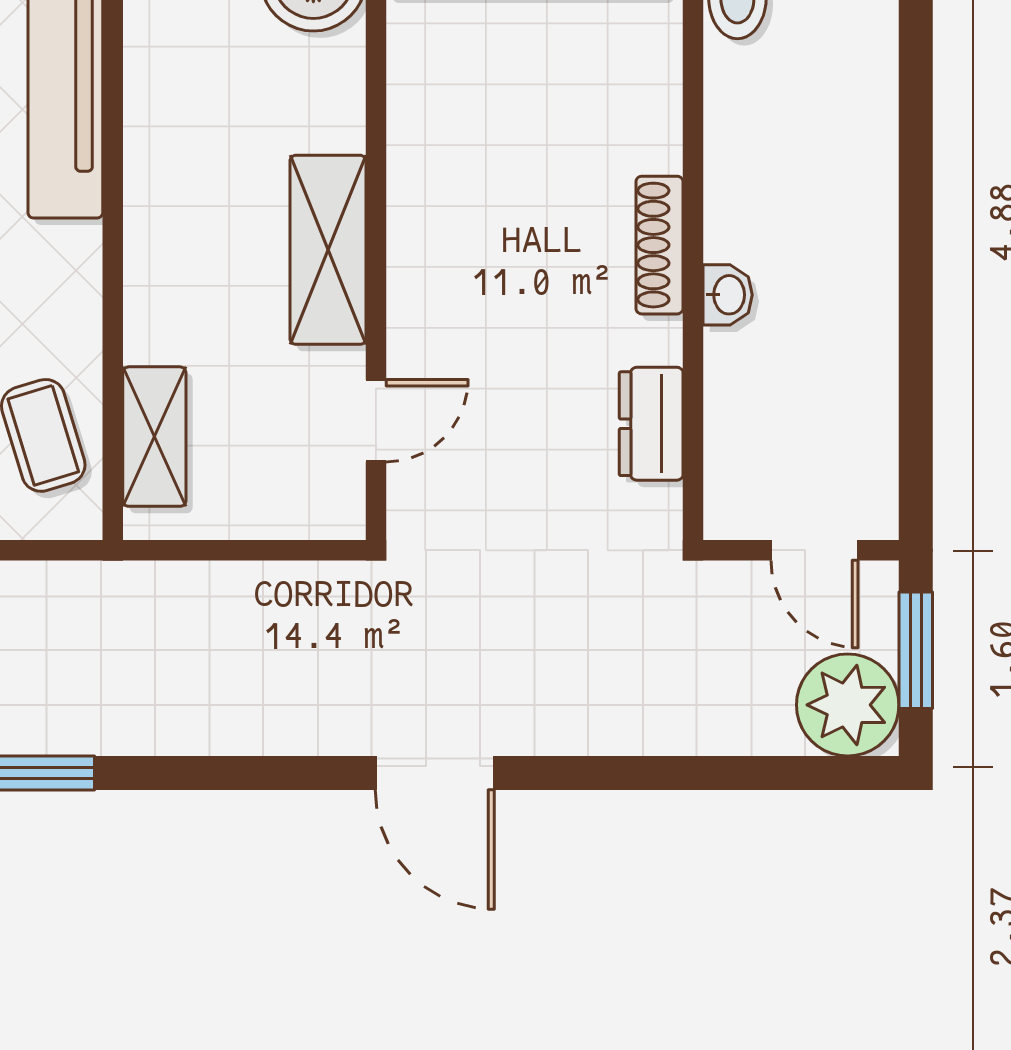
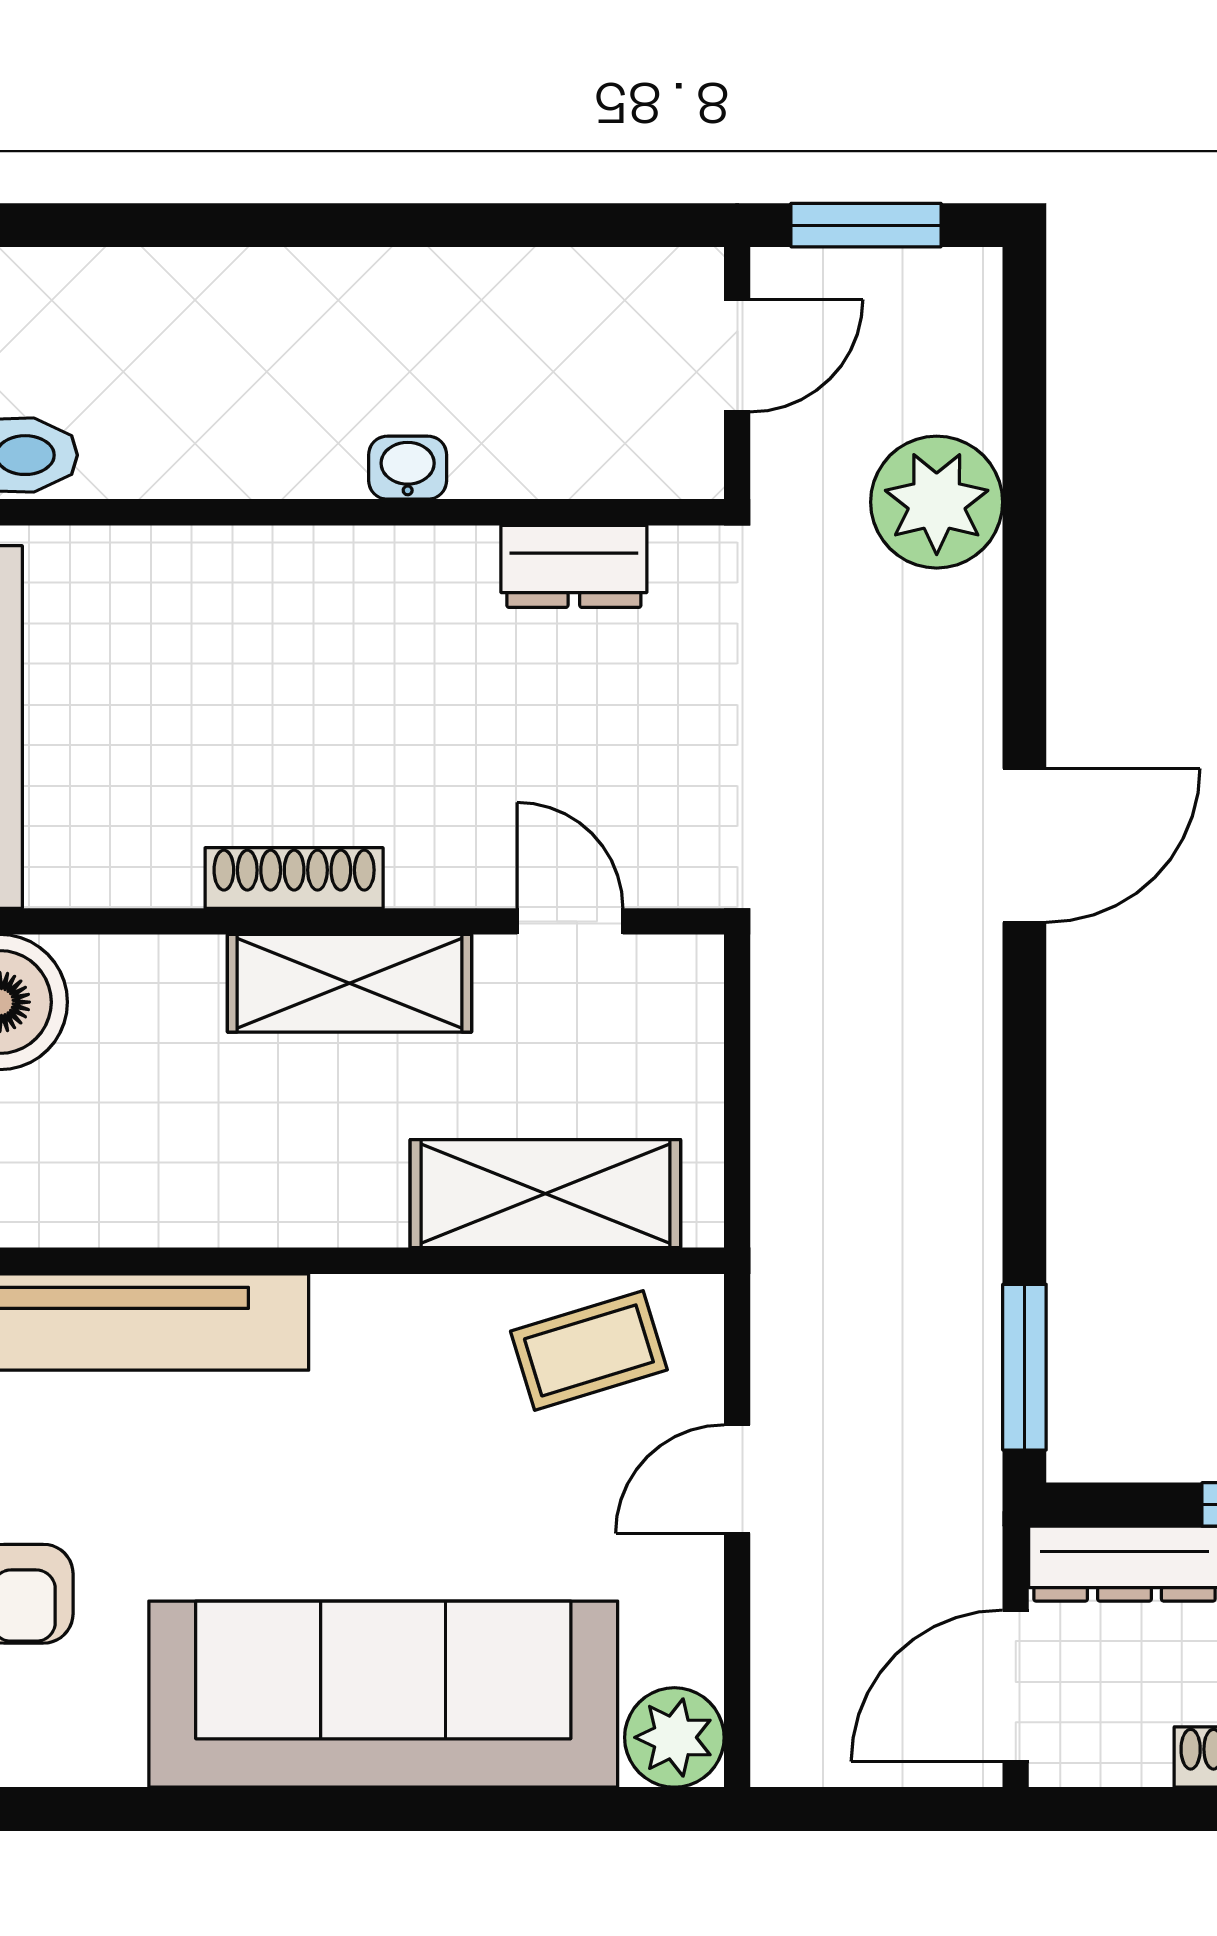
shoe rack: (659, 245) -> (294, 878), moved, turned 180
shelving: (154, 437) -> (545, 1194), width x1.50, depth x1.33
plant: (848, 705) -> (937, 502), moved

